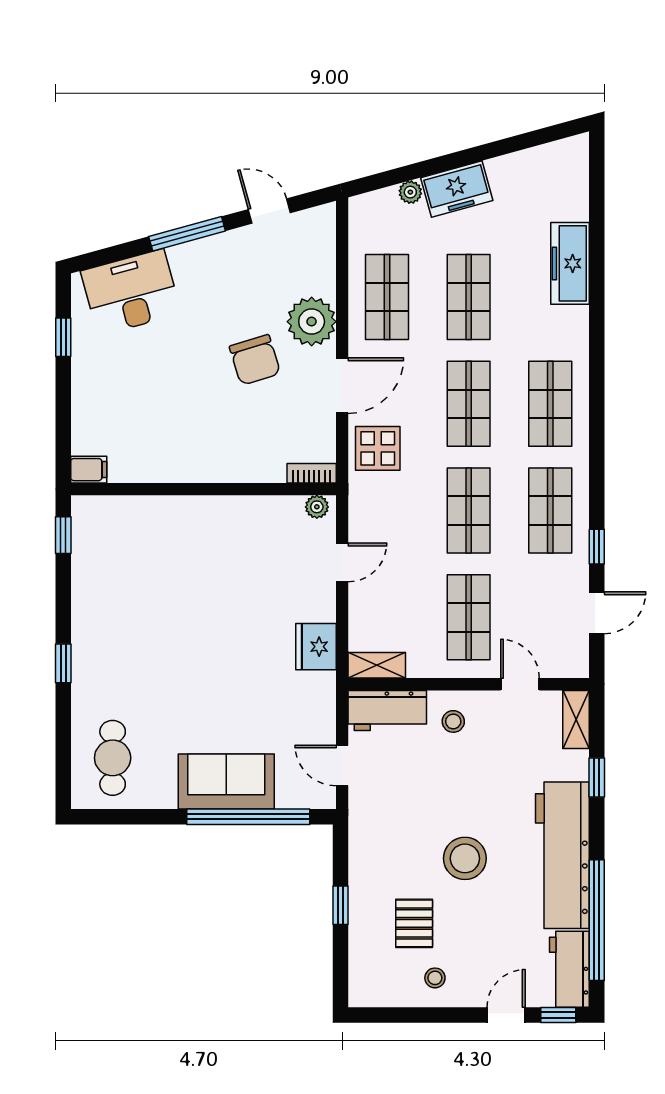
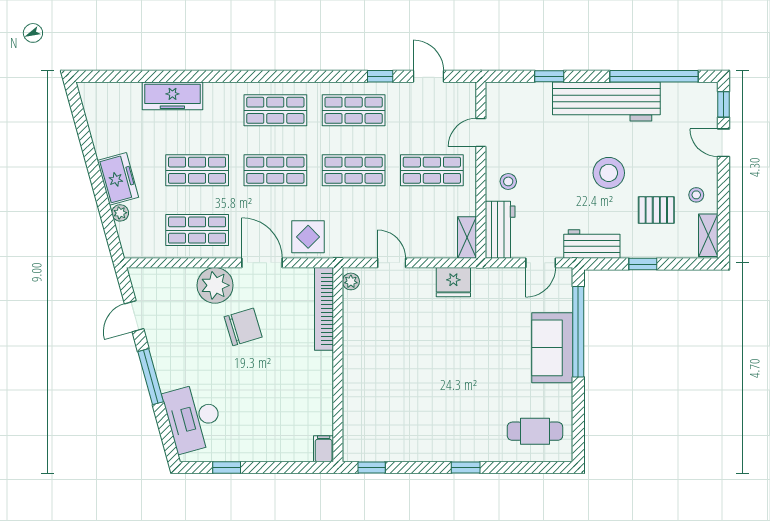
bookcase: (312, 473) -> (324, 309), width x2.31, depth x1.31
shelving: (576, 719) -> (708, 235), moved, turned 90
workbench: (569, 969) -> (592, 244), moved, turned 180

